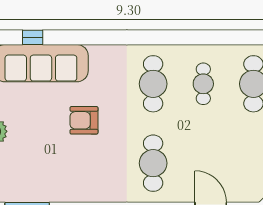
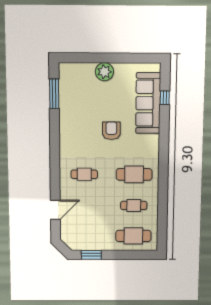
cafe table: (153, 163) -> (84, 174), width x0.73, depth x0.74

